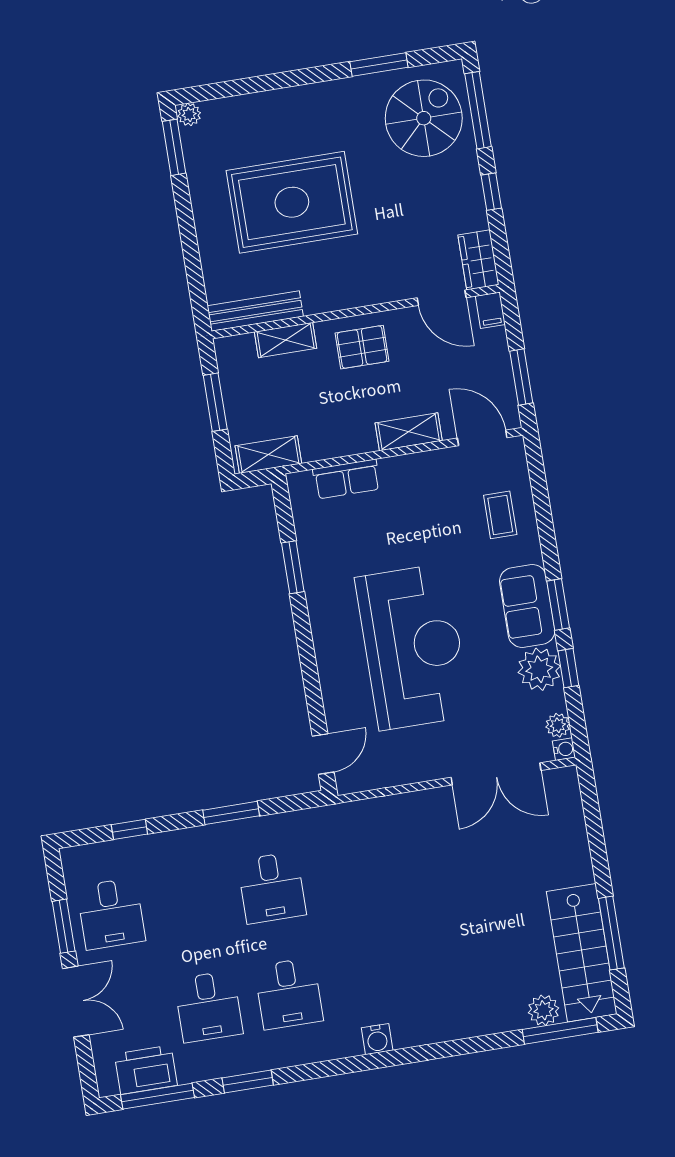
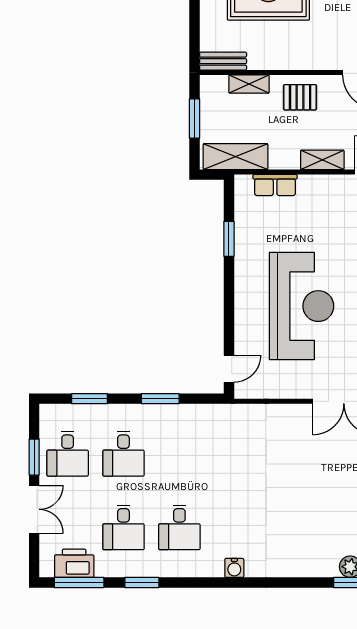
bench: (255, 311) -> (223, 61), width x0.73
shelving: (268, 455) -> (235, 157), width x1.50, depth x1.33
window: (129, 829) -> (89, 399), width x1.50
desk: (272, 888) -> (123, 454), moved

